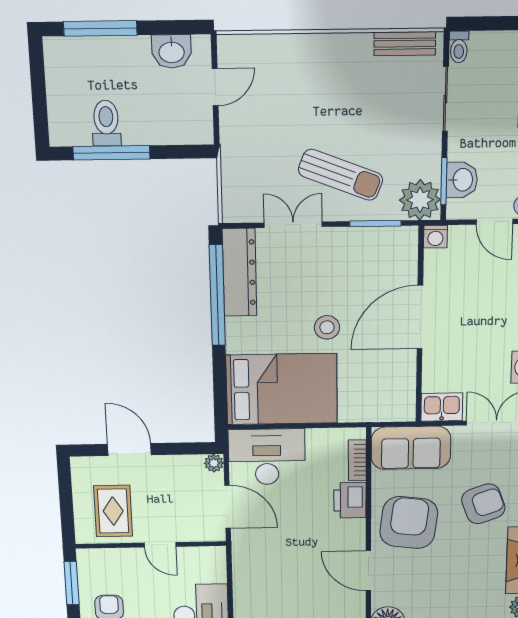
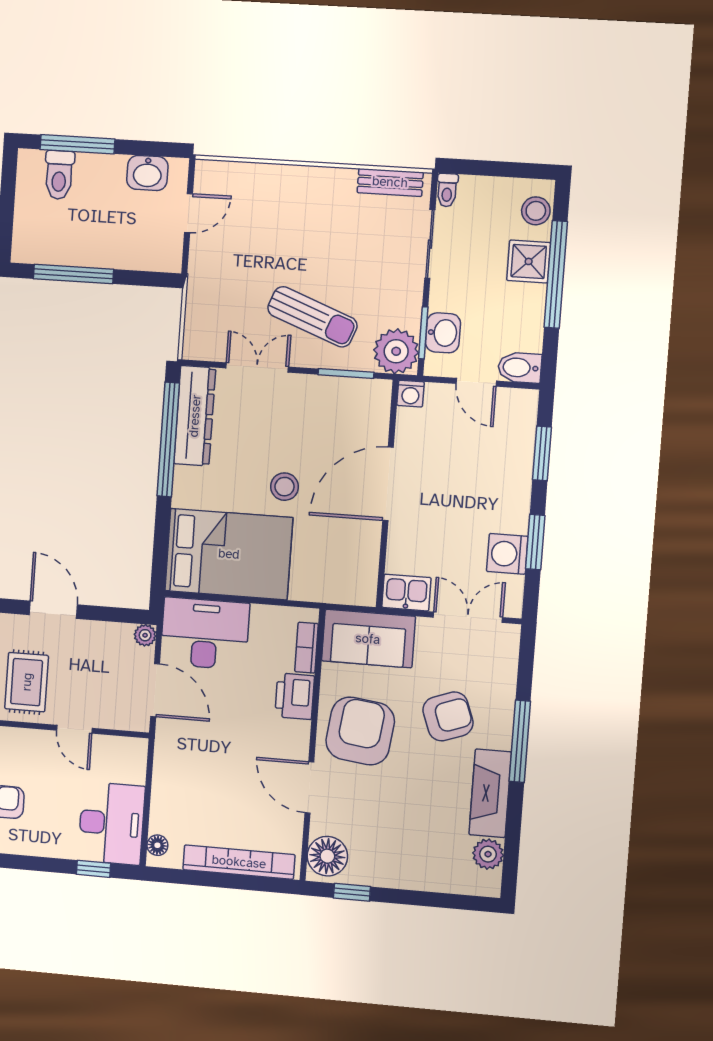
toilet: (106, 123) -> (59, 175), moved, turned 180

